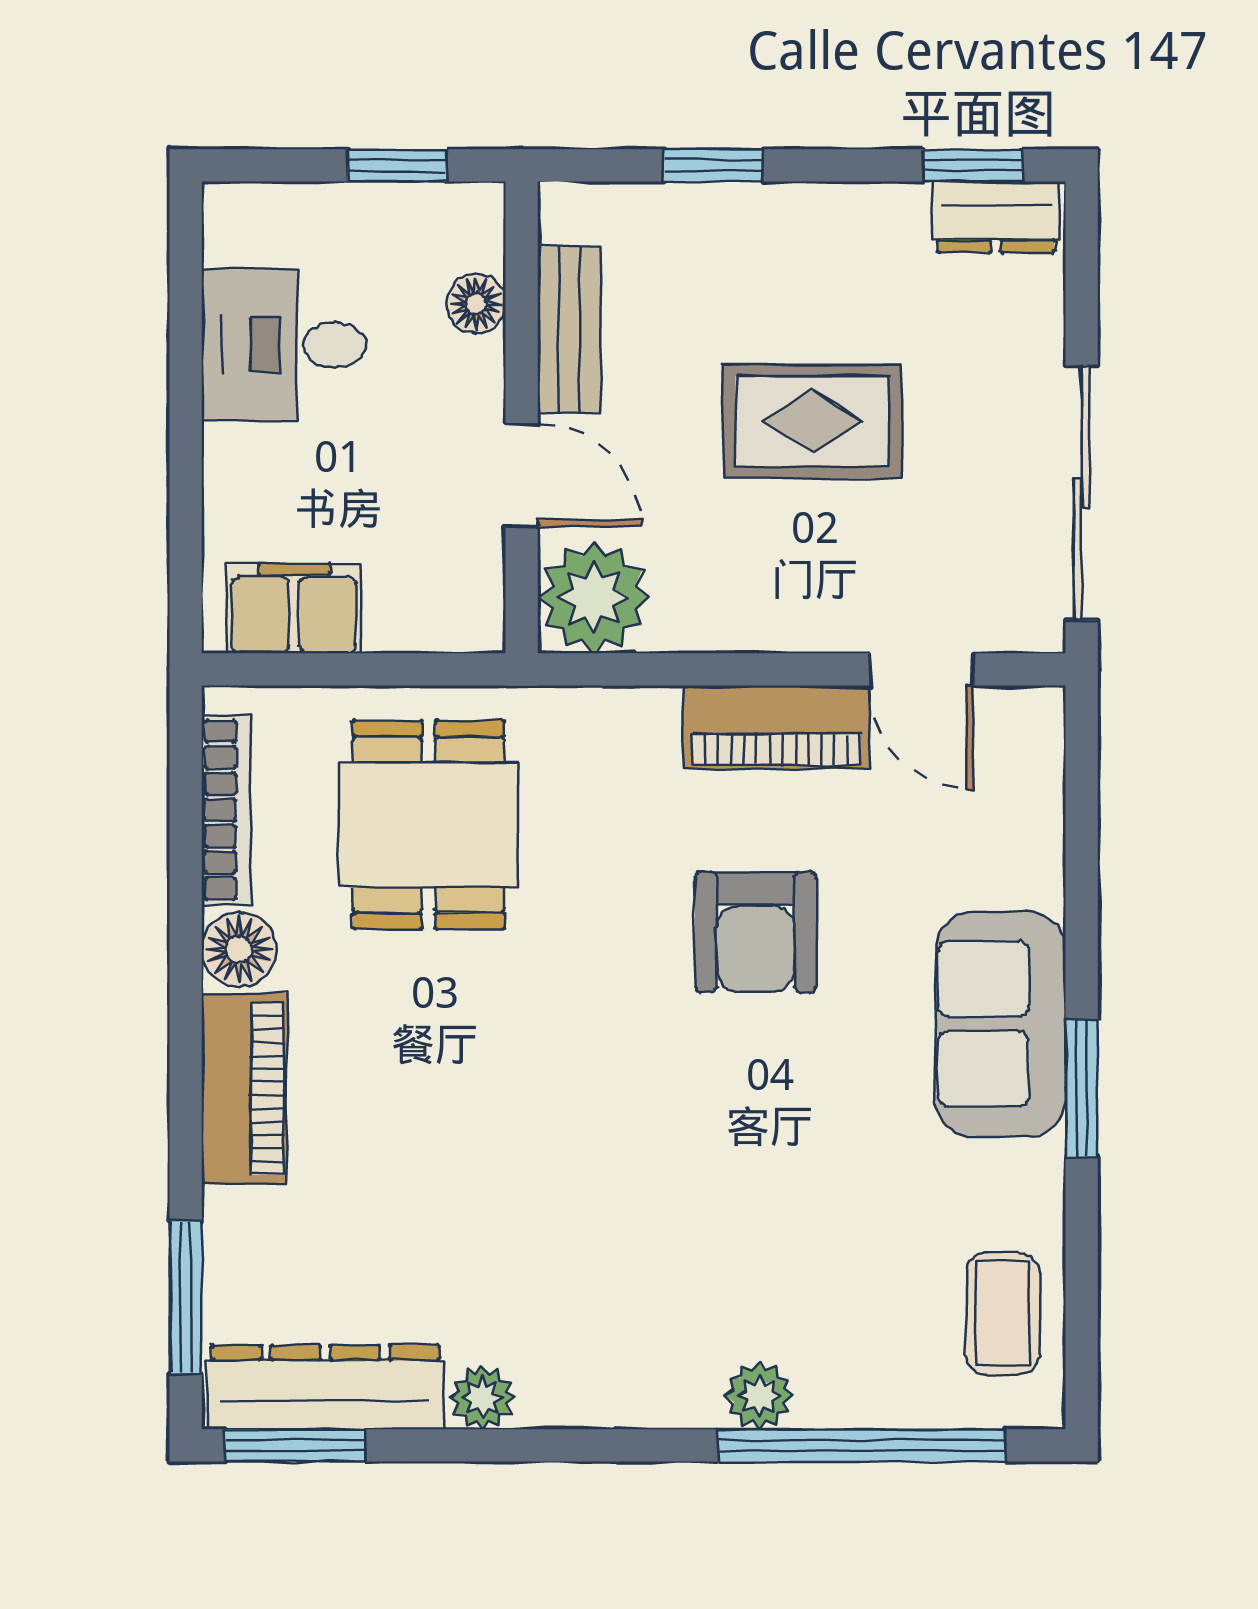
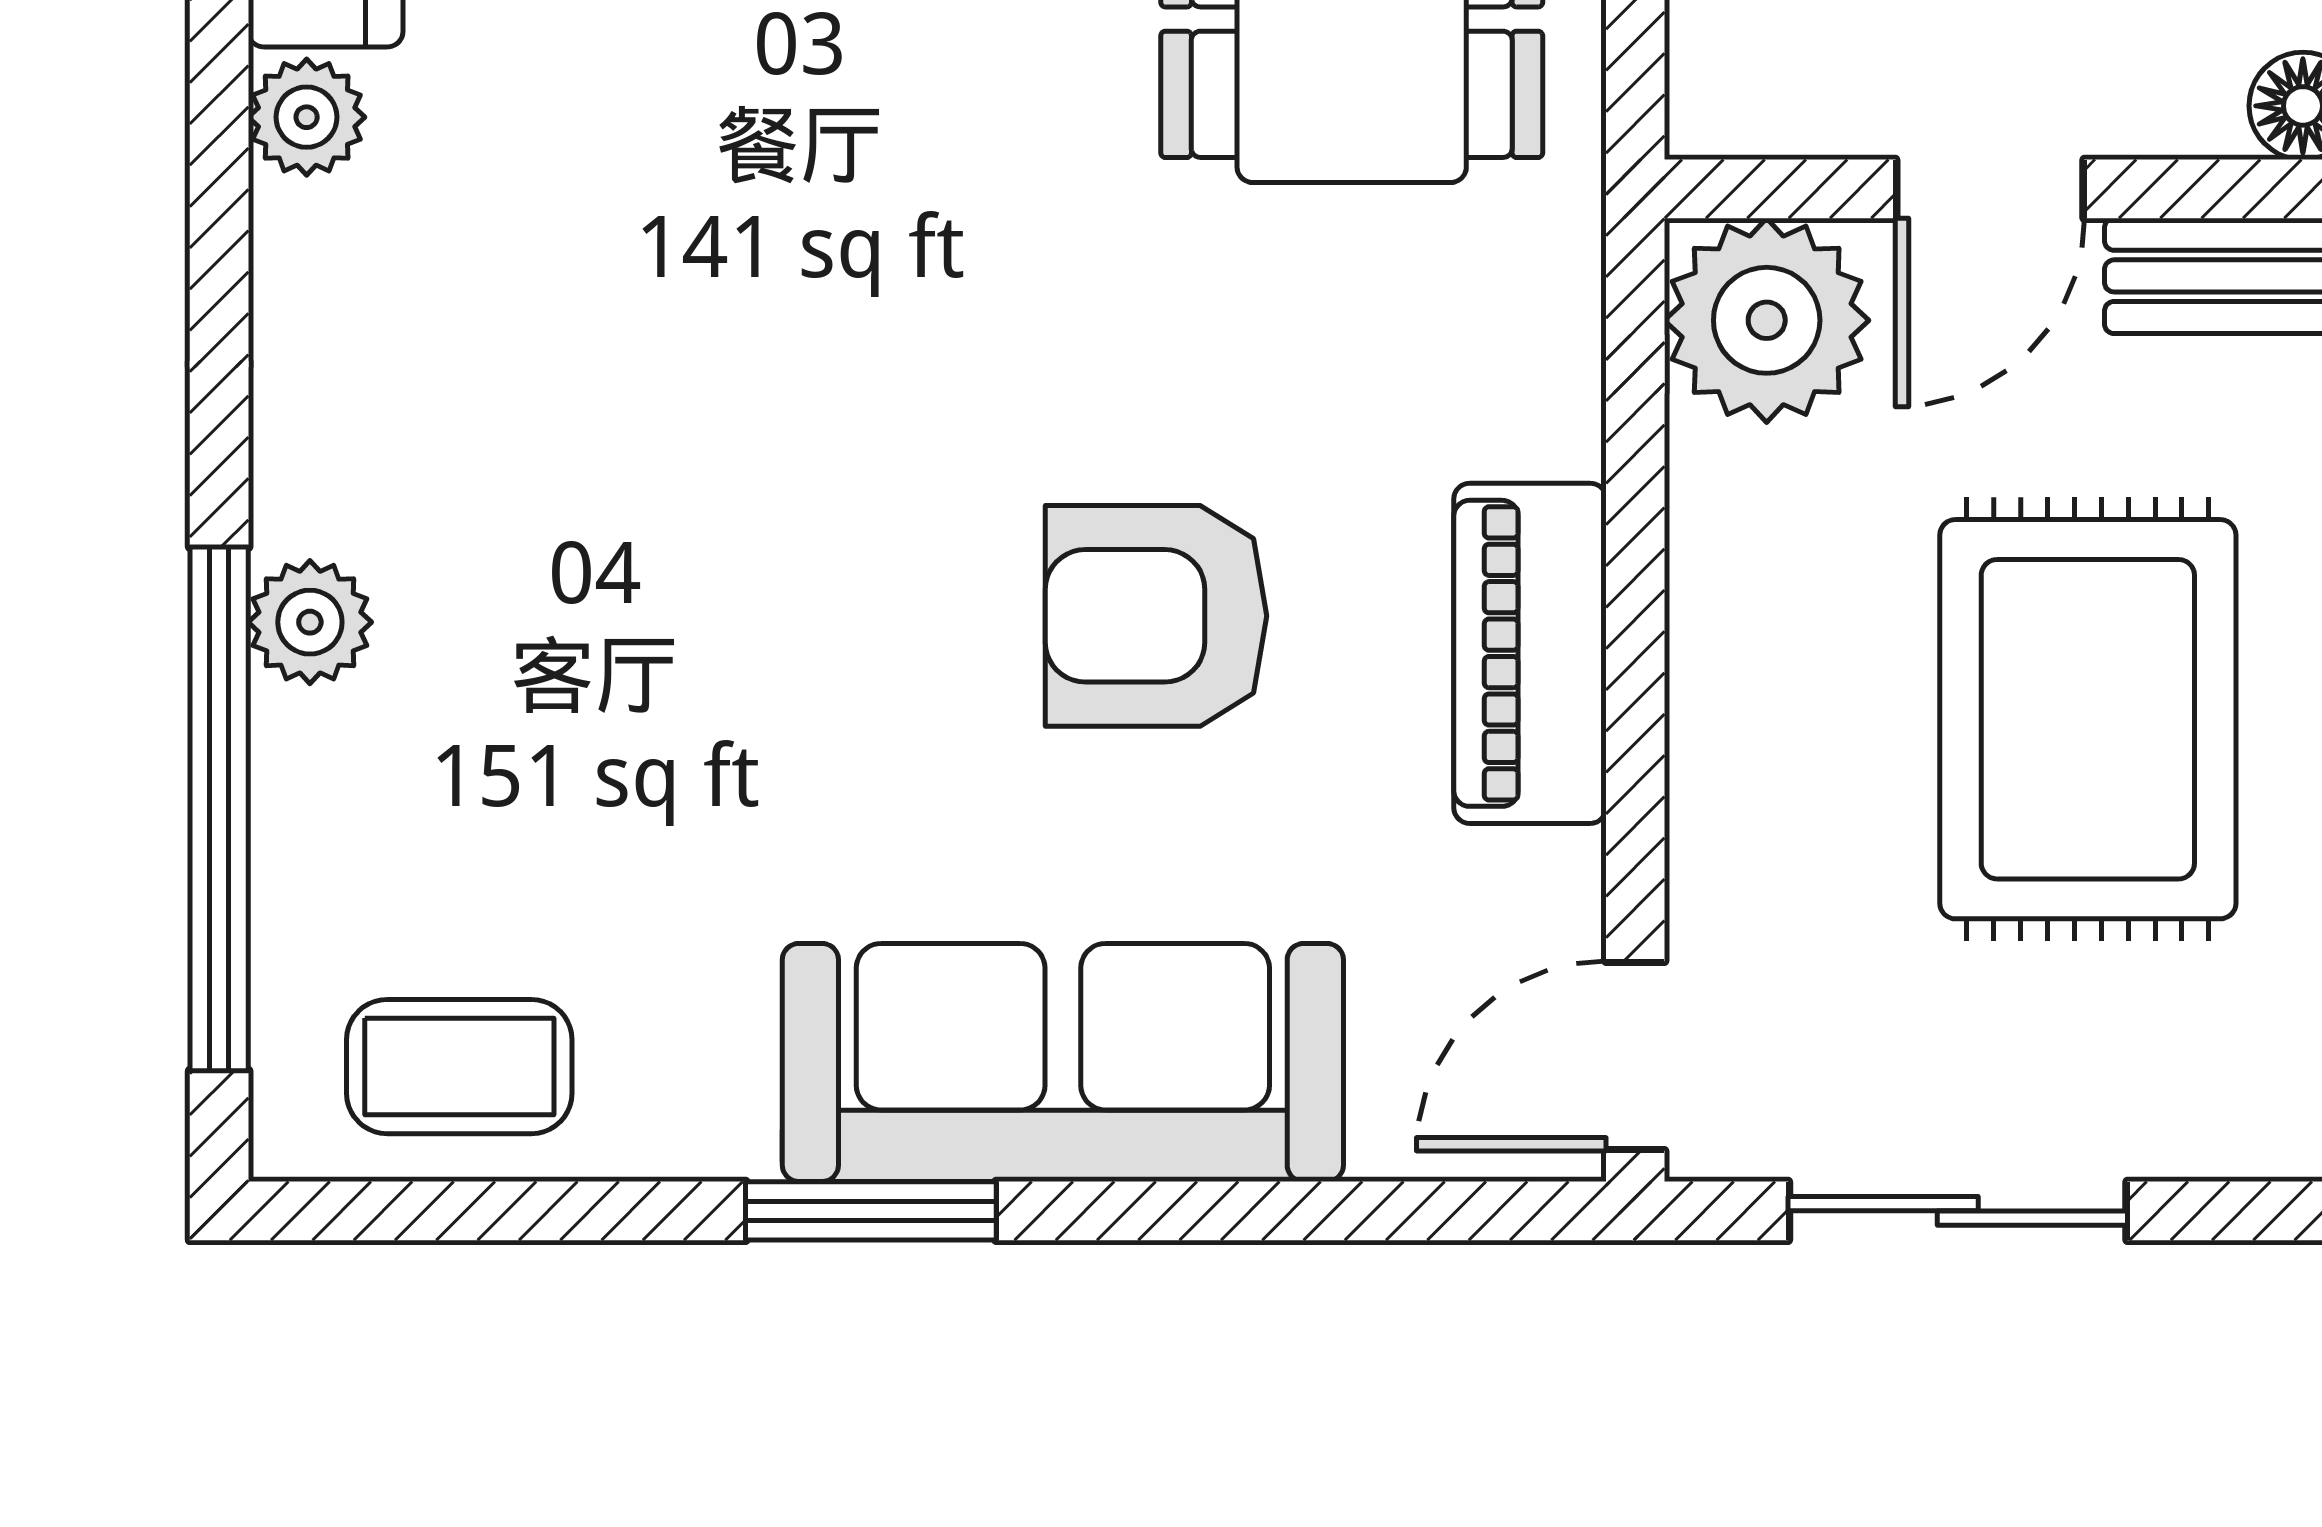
rug: (812, 421) -> (2088, 719), width x1.36, depth x1.43
sliding door: (1082, 493) -> (1958, 1211), width x0.73
door: (921, 669) -> (1635, 1056), moved
sofa: (1000, 1024) -> (1063, 1062), width x1.36

